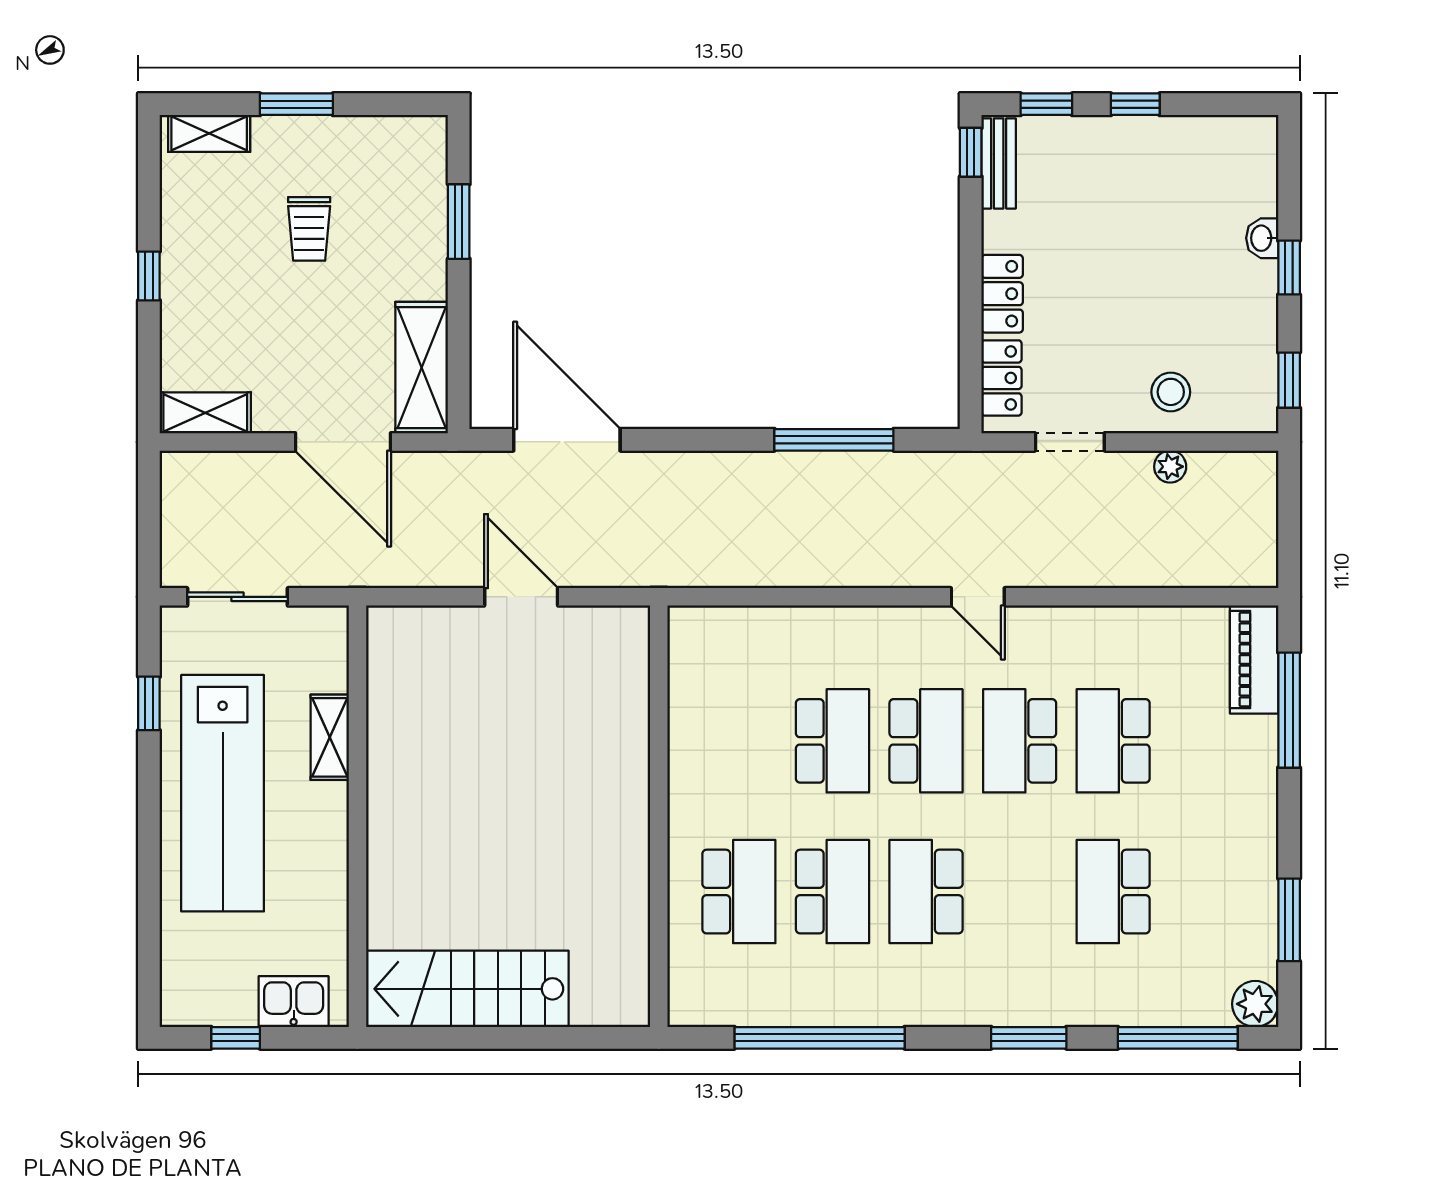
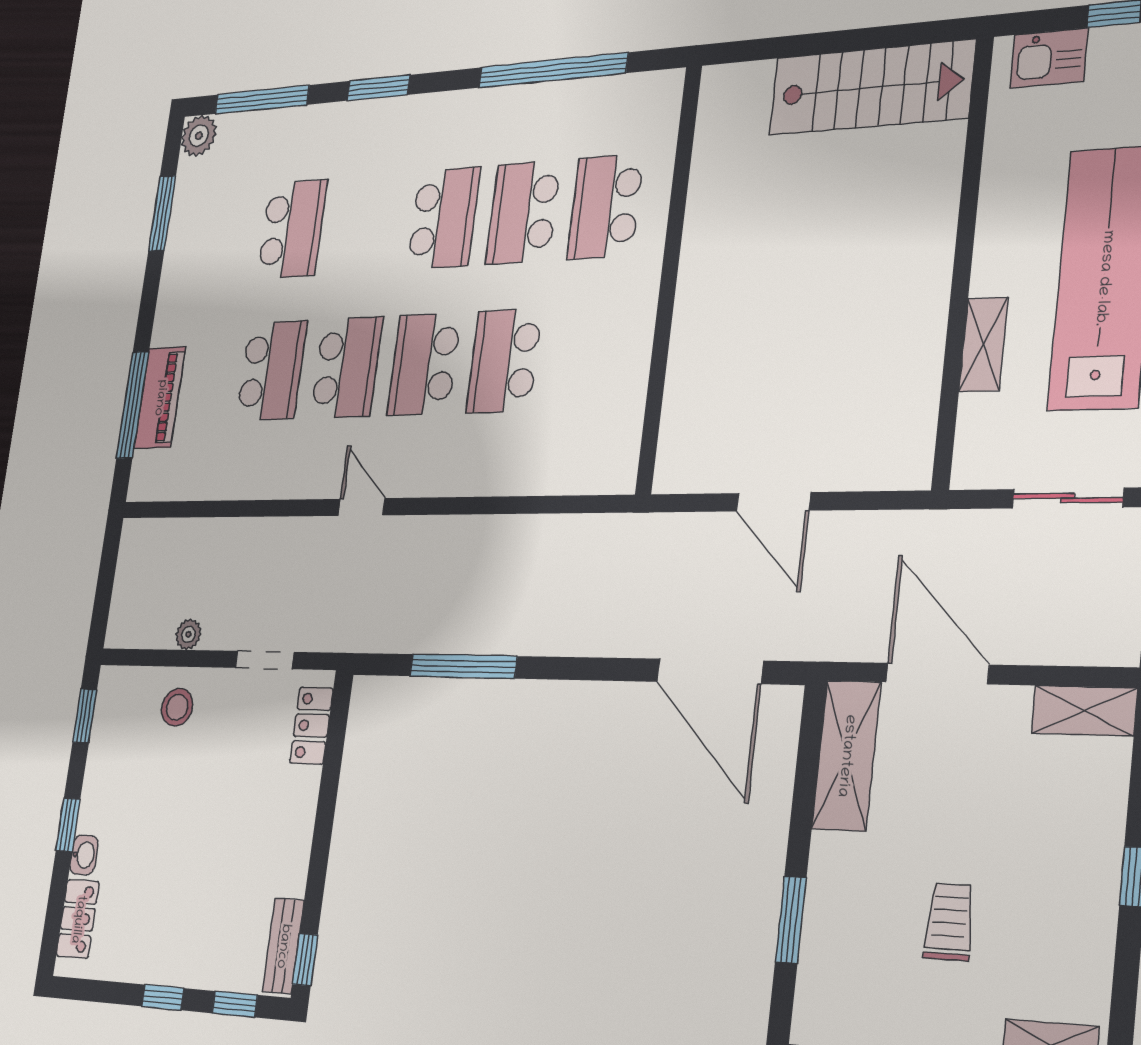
locker: (1002, 294) -> (78, 919), moved, turned 180
piano: (1254, 659) -> (160, 398), moved

